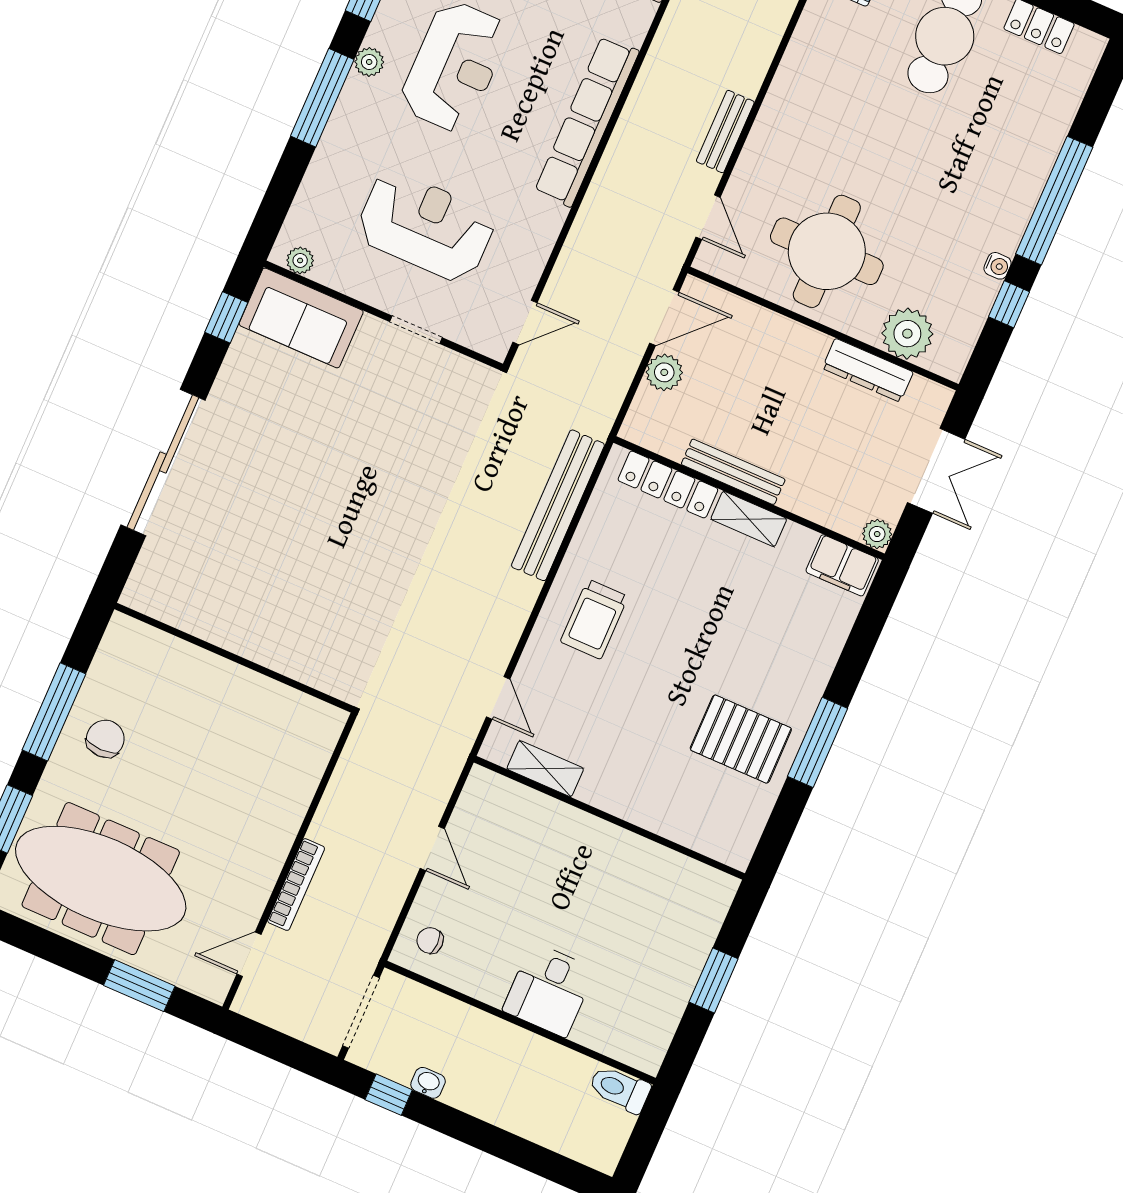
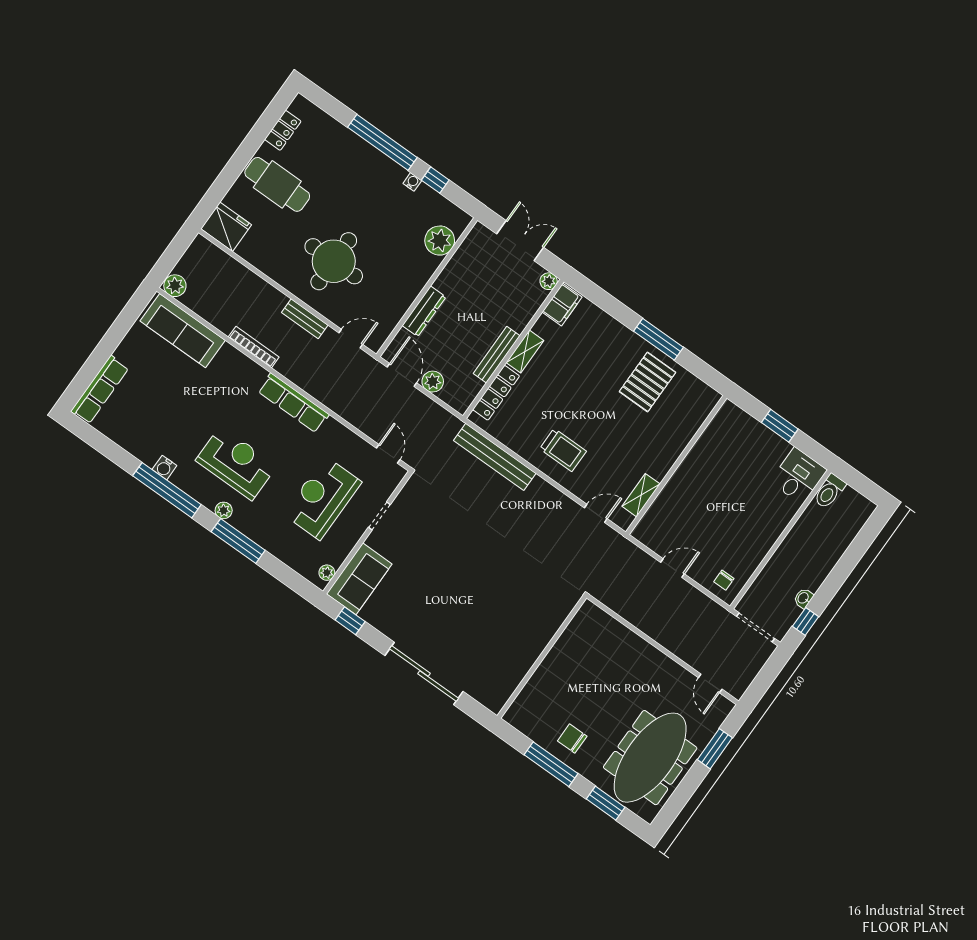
row of seats: (587, 121) -> (293, 403), width x0.73
round table: (827, 251) -> (334, 261), moved
dresser: (868, 370) -> (424, 311), moved
bookcase: (296, 885) -> (254, 347), moved
desk: (549, 990) -> (798, 476), moved, turned -90

